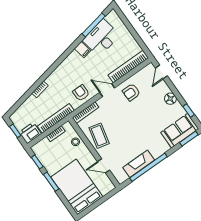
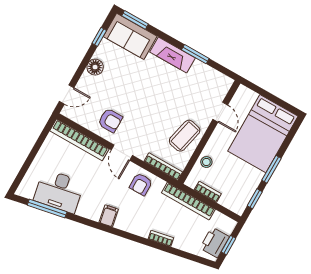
filing cabinet: (83, 50) -> (109, 216), moved
printer: (30, 133) -> (215, 242), moved, turned 90
fireplace: (139, 164) -> (173, 55), moved
window: (148, 167) -> (195, 54), width x0.47

